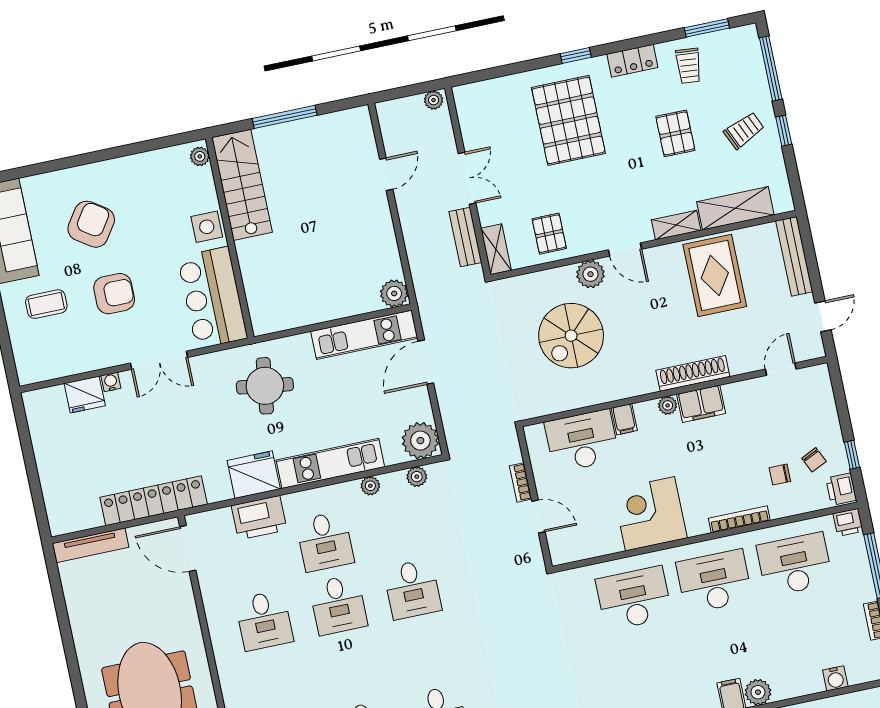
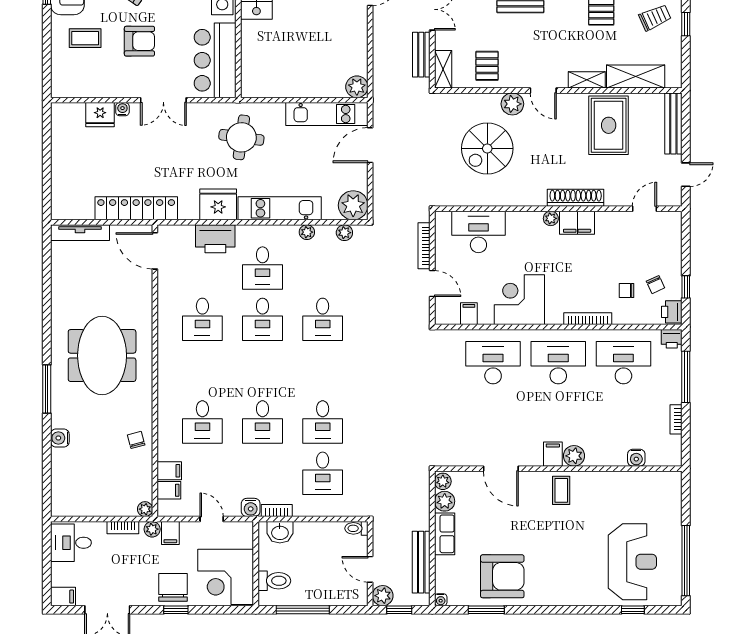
filing cabinet: (624, 419) -> (469, 314), moved, turned 180
bookcase: (520, 482) -> (424, 246), width x1.56

